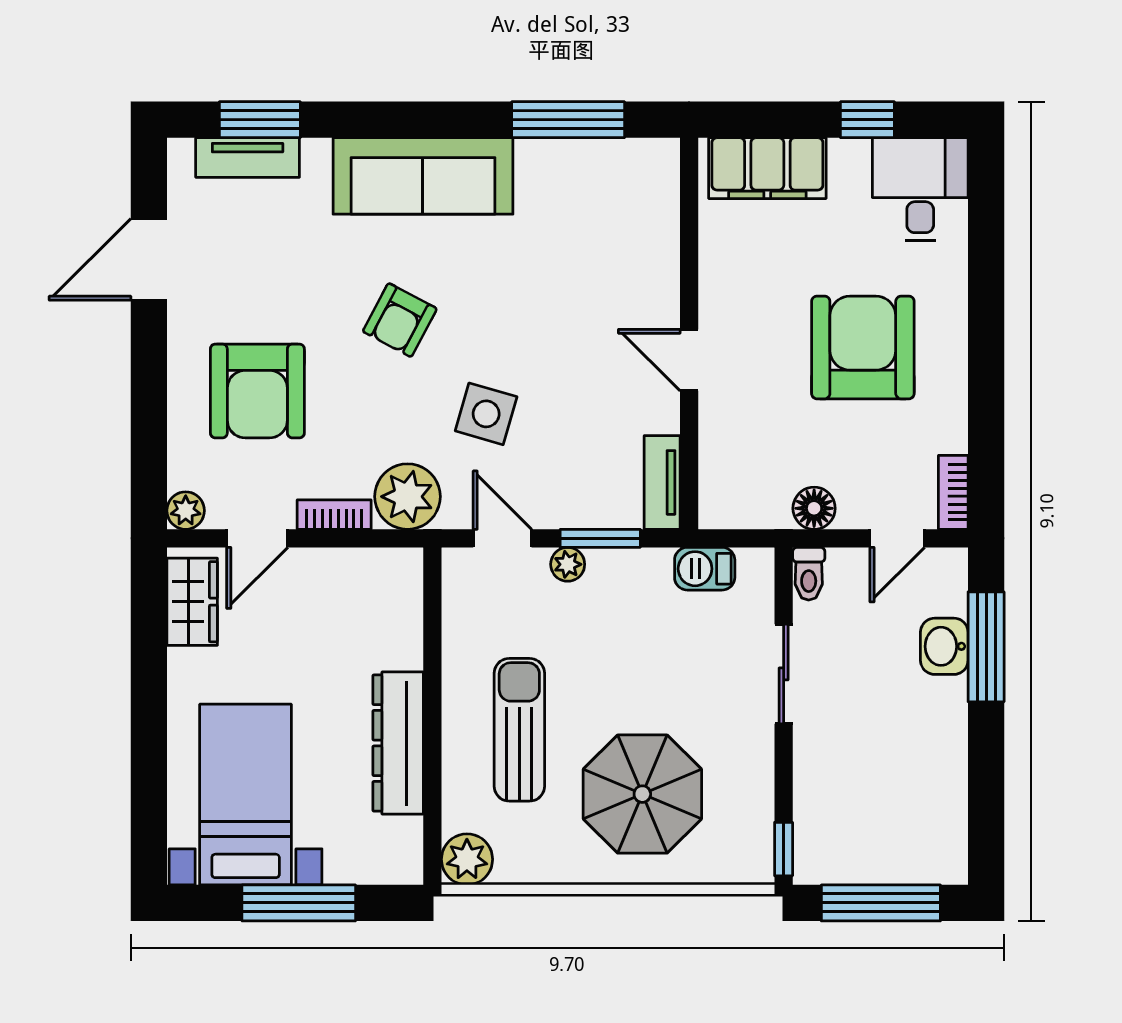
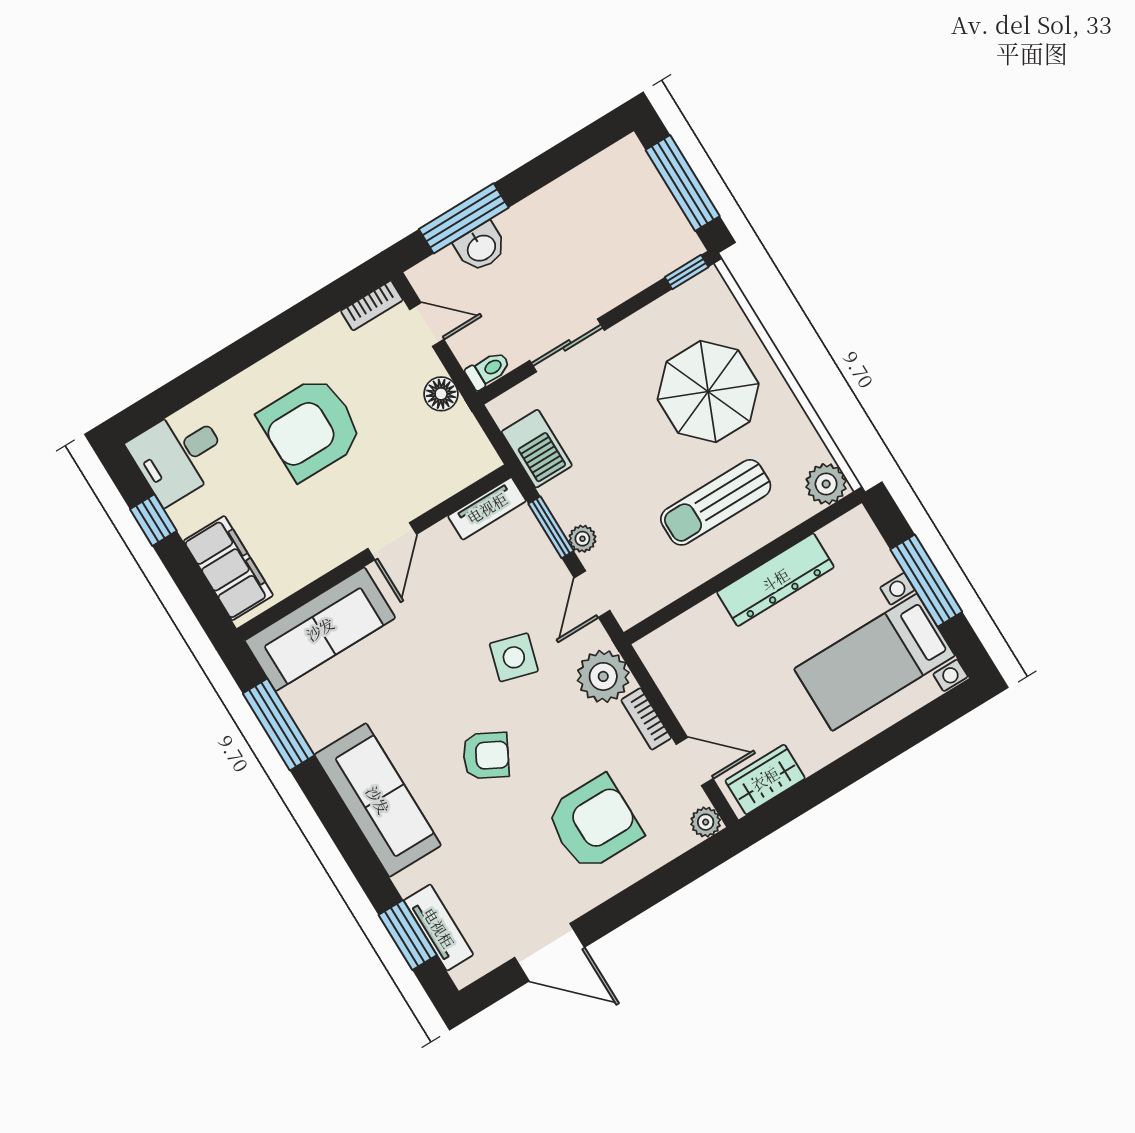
sofa: (643, 226) -> (320, 629), added
barbecue: (705, 569) -> (537, 449), width x1.38, depth x1.27

